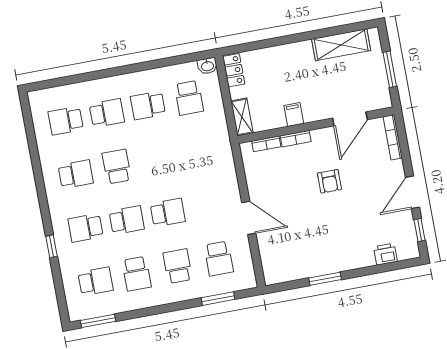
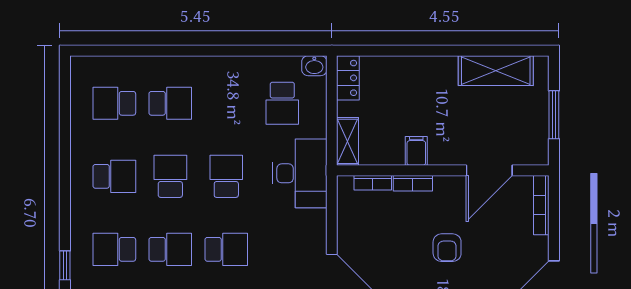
school desk: (148, 105) -> (226, 176), moved, turned 90
desk: (211, 147) -> (300, 173), added

